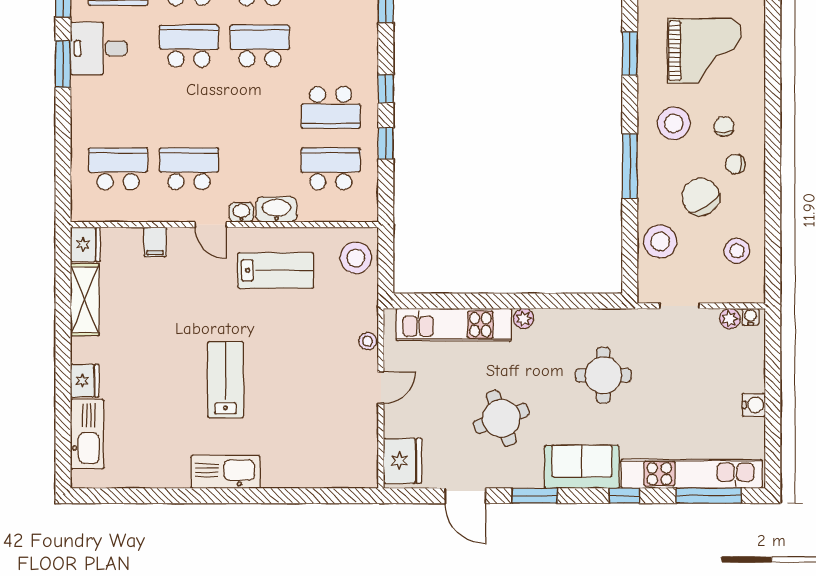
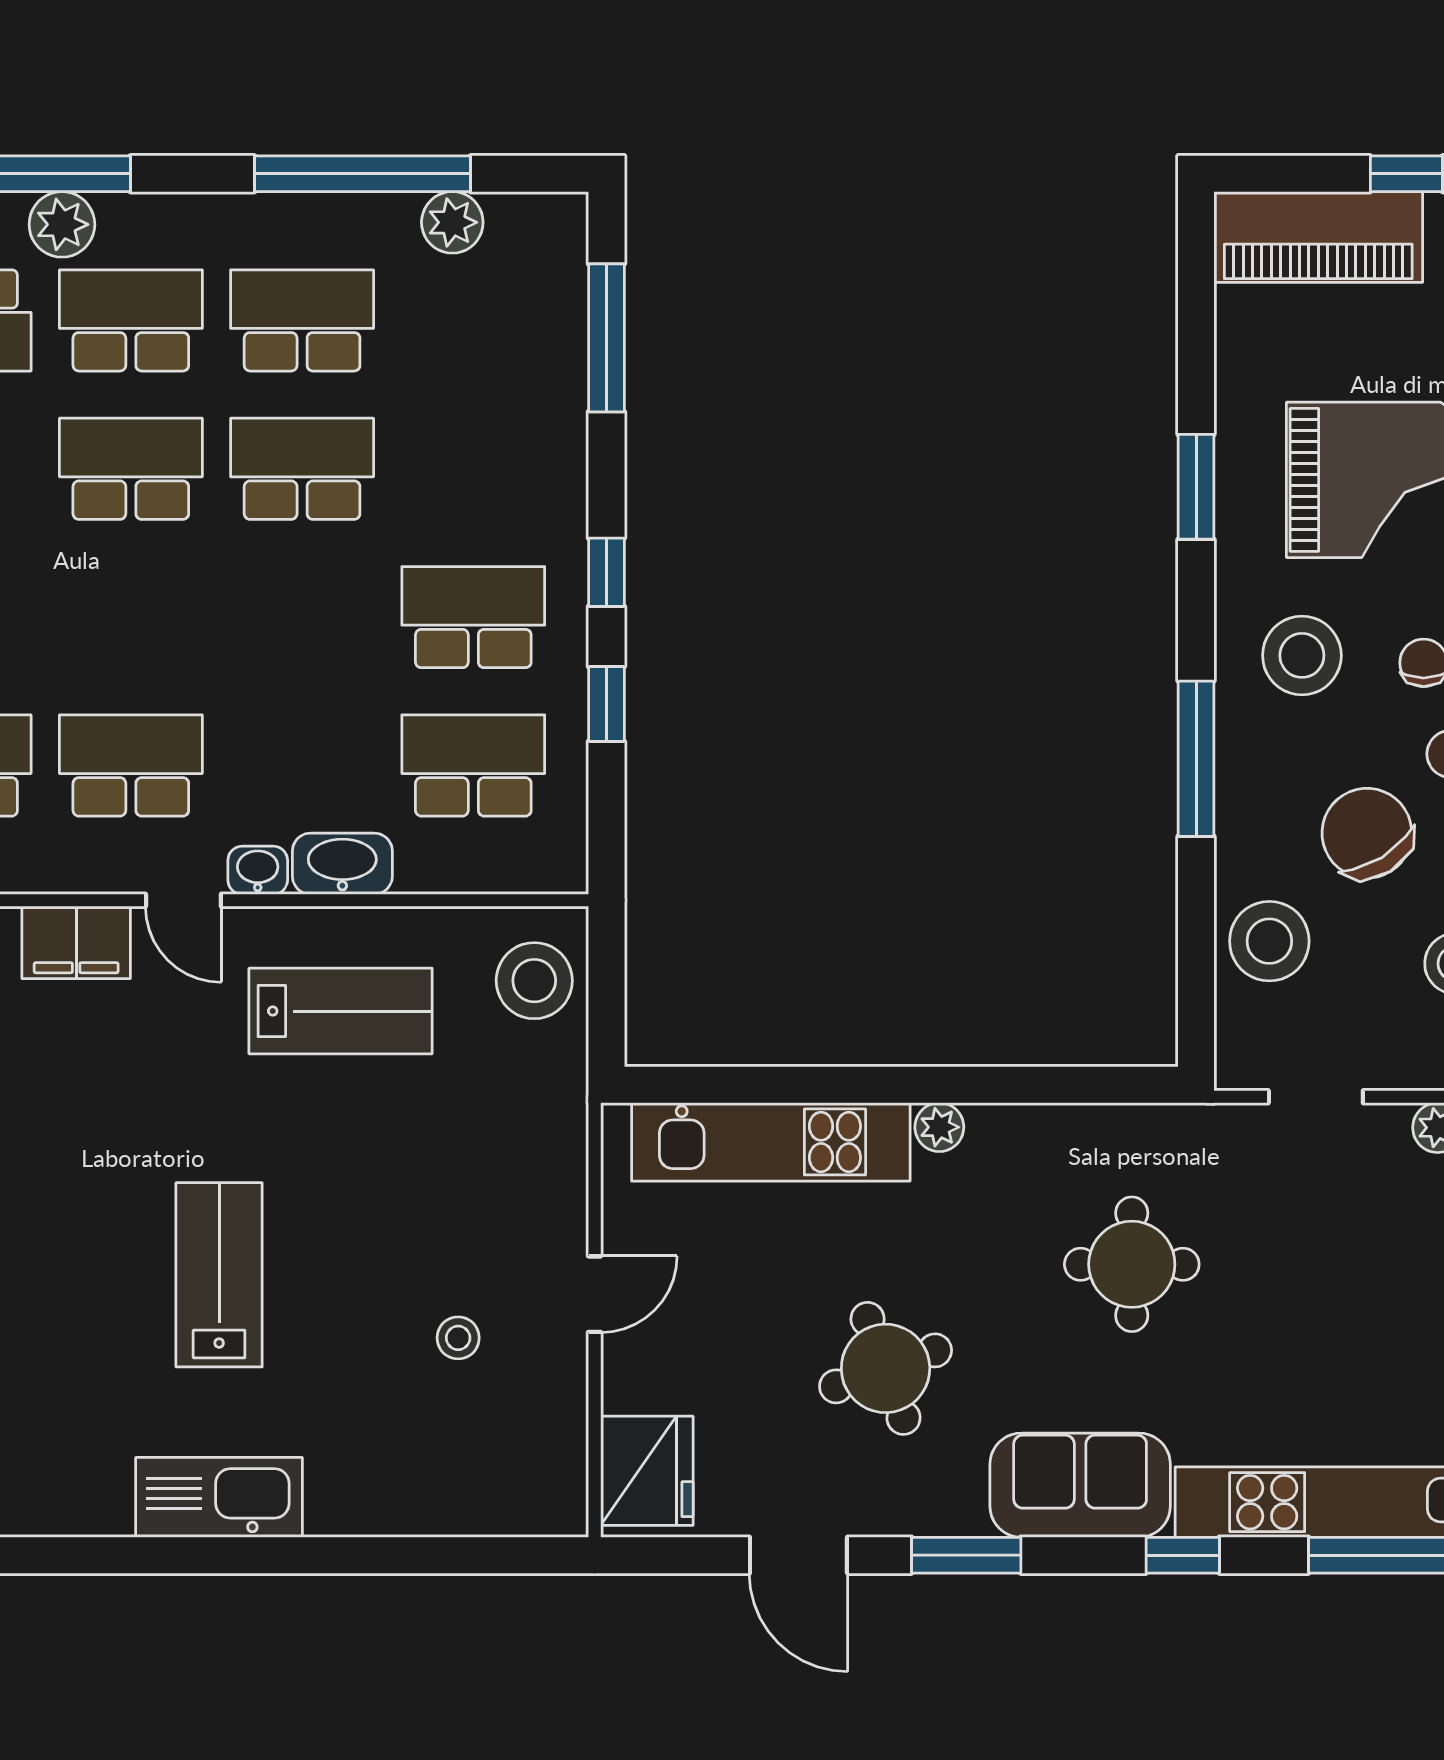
school desk: (331, 107) -> (473, 617), turned 180
filing cabinet: (155, 242) -> (76, 942), width x2.00
stool: (368, 341) -> (458, 1338), moved

